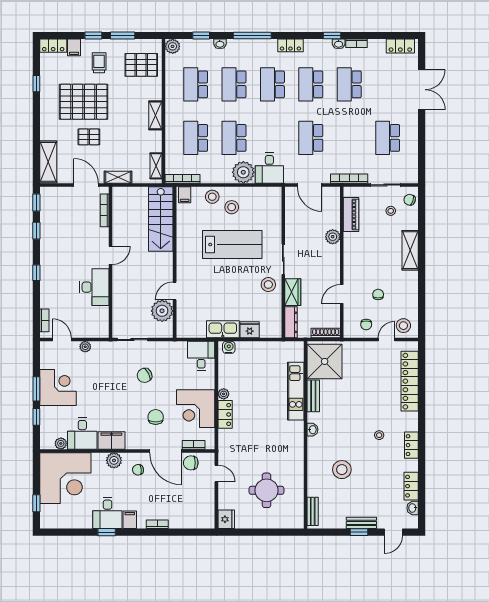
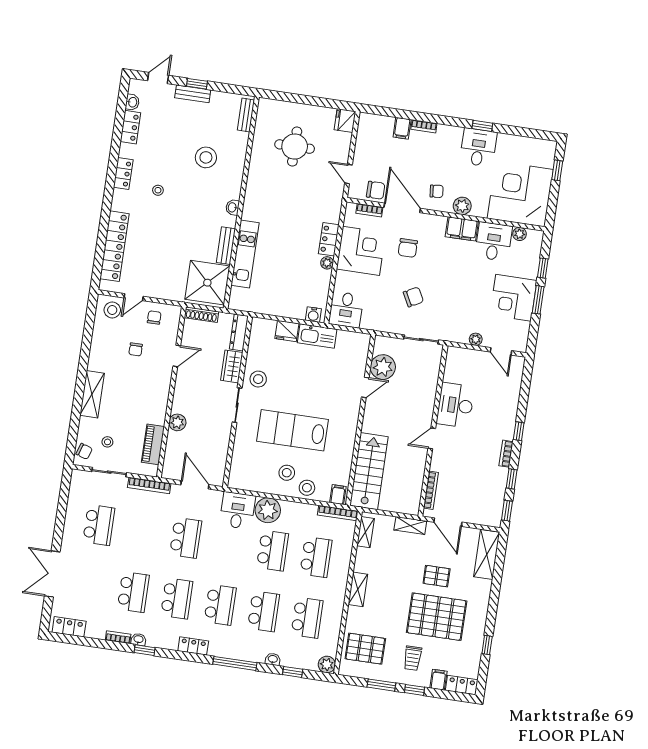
bookcase: (44, 320) -> (506, 454), moved
filing cabinet: (130, 520) -> (402, 128), moved

